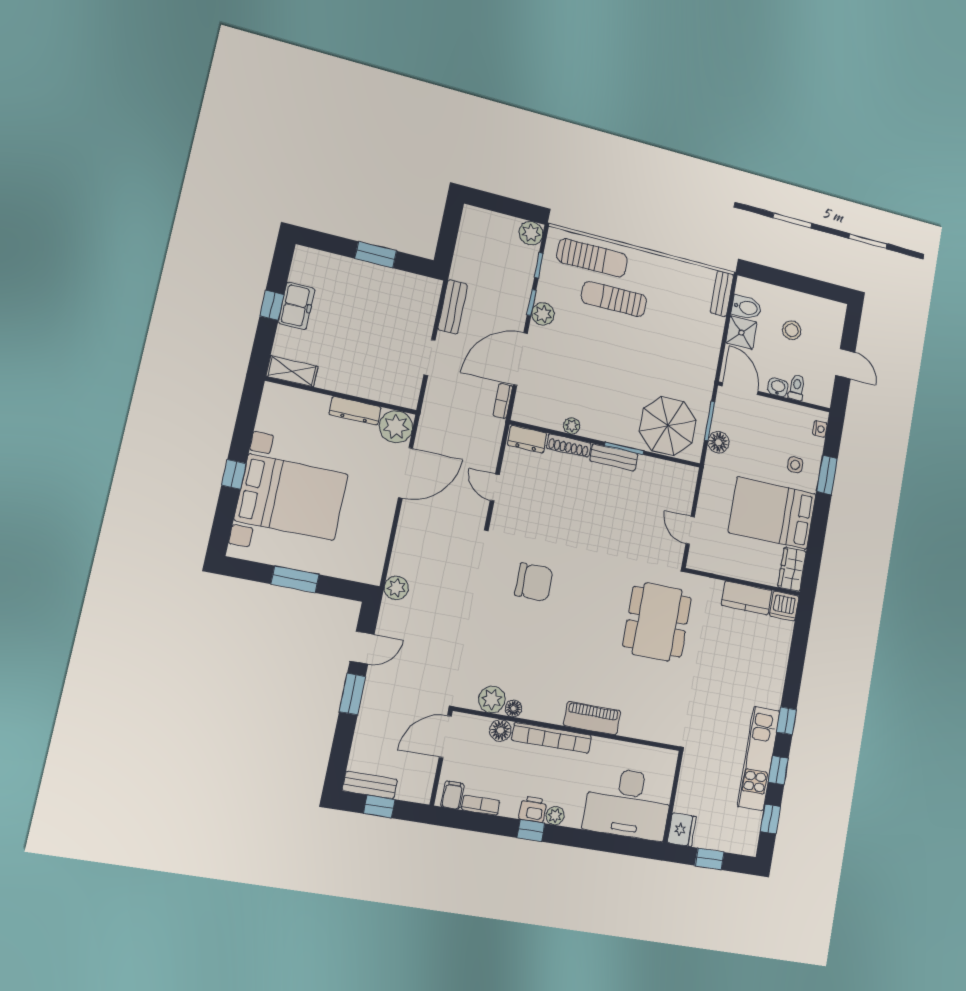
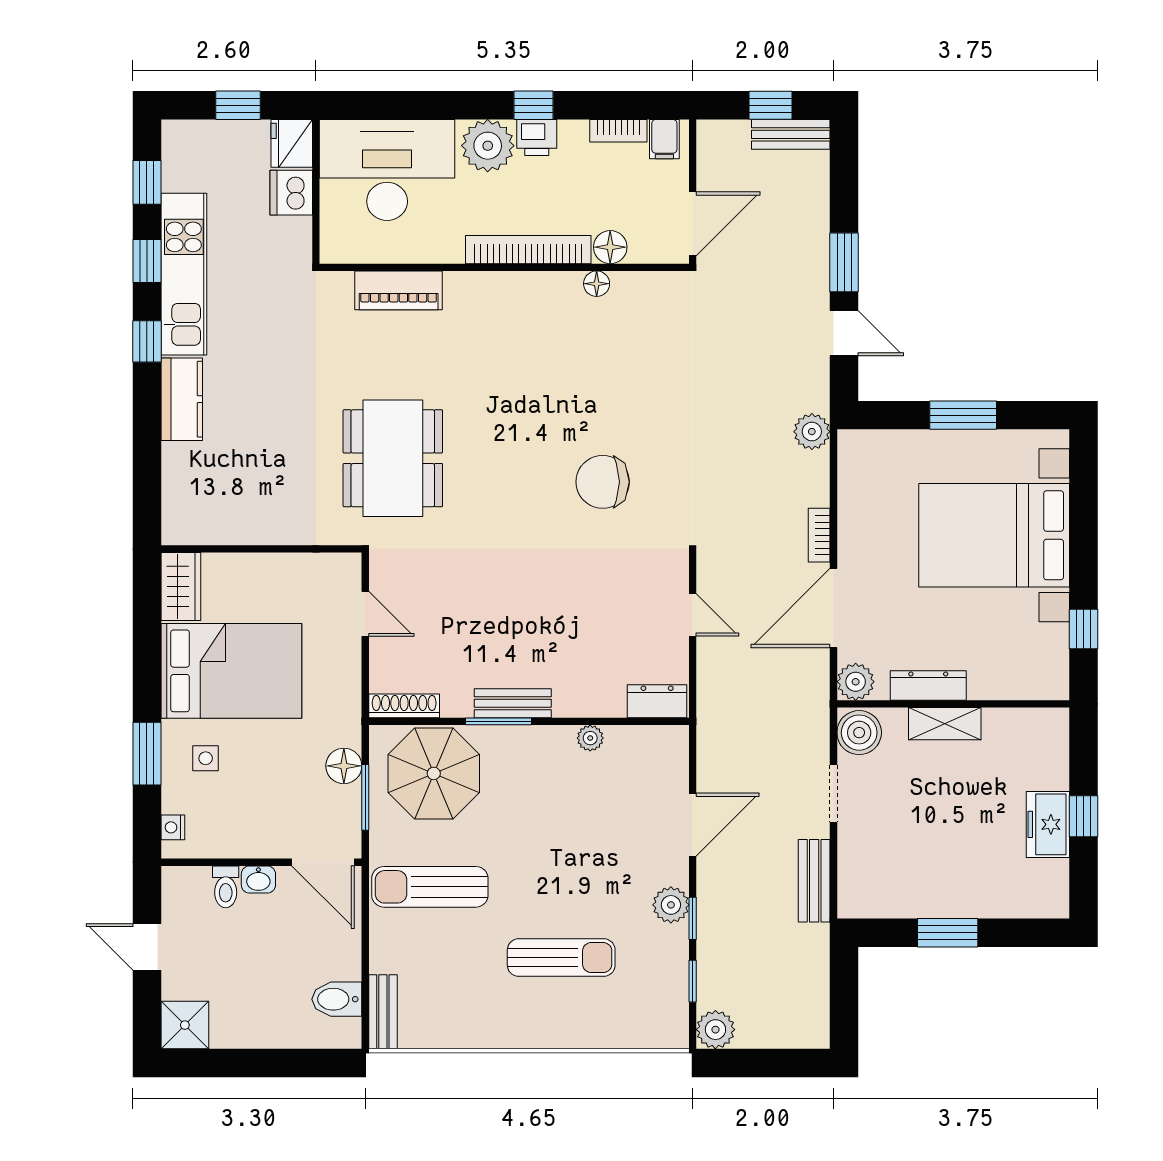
sun lounger: (592, 258) -> (430, 887), moved
stool: (792, 330) -> (251, 980), removed
shower: (741, 333) -> (185, 1025), moved
door: (520, 359) -> (693, 825), width x0.73
shelving: (292, 371) -> (945, 724), moved
boiler: (406, 391) -> (859, 733), added
bookcase: (503, 401) -> (819, 535), moved, turned 180
plant: (396, 427) -> (856, 682), width x0.73, depth x0.73
shoe rack: (569, 446) -> (404, 706), moved
window: (234, 474) -> (1083, 629), moved
kitchen counter: (747, 598) -> (182, 399), moved, turned 90
dishwasher: (784, 606) -> (291, 193), moved, turned -90
door: (362, 648) -> (844, 333), swing flipped
plant: (492, 699) -> (633, 291), removed
piano: (592, 718) -> (399, 290), moved
plant: (555, 816) -> (488, 146), width x1.87, depth x1.87

